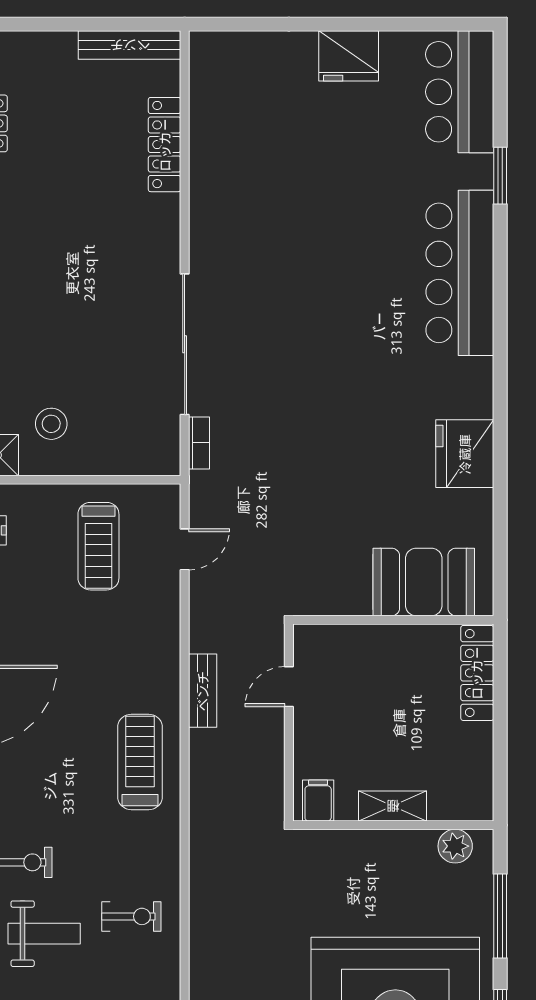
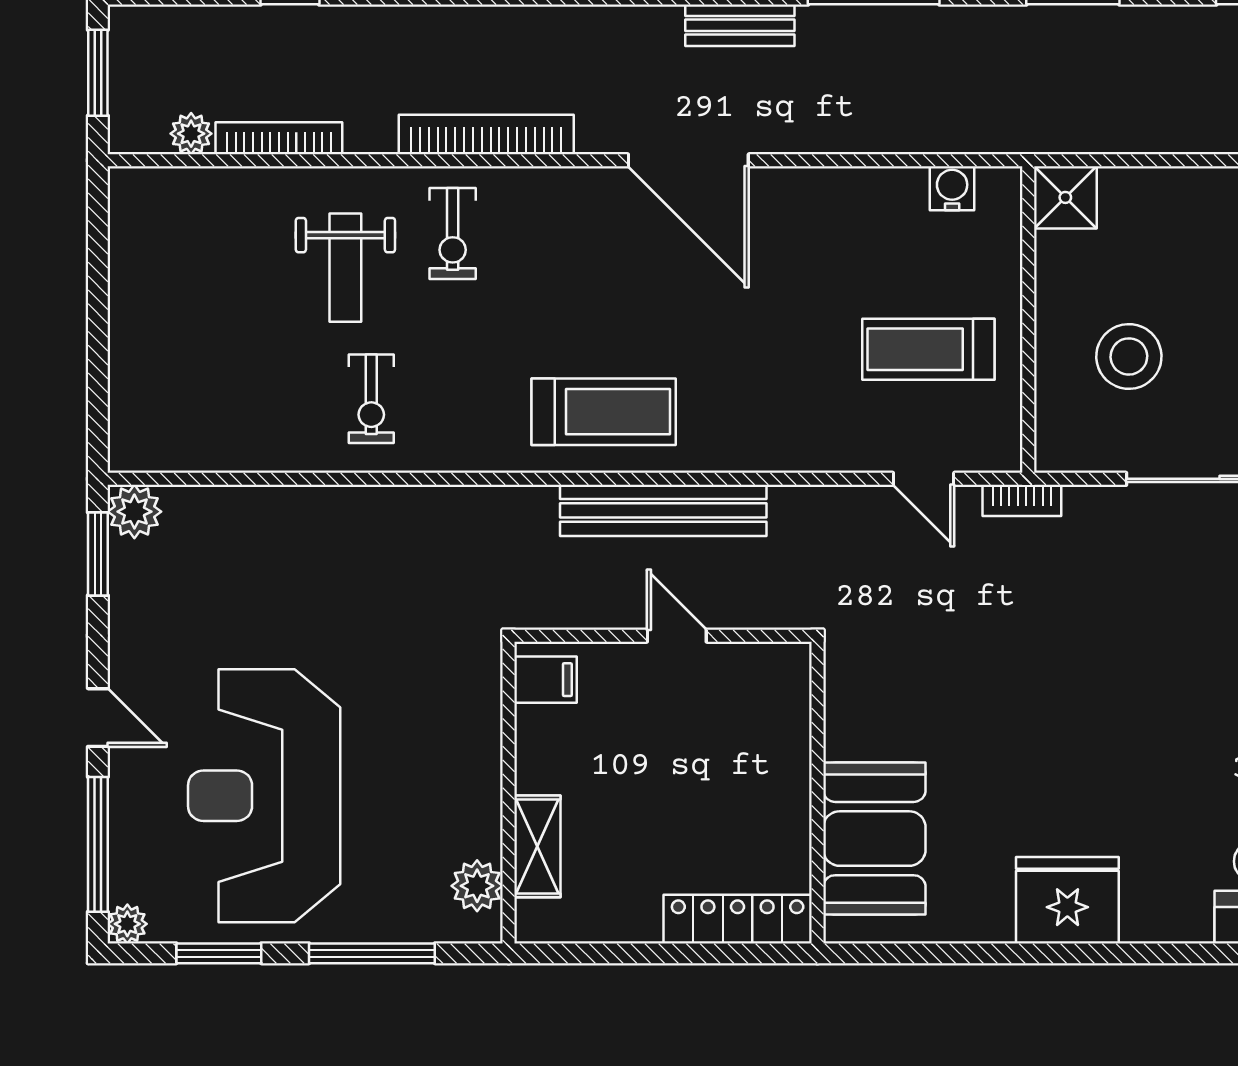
stool: (51, 424) -> (1129, 356), moved, width x1.38, depth x1.38
bookcase: (199, 443) -> (1022, 500), moved
door: (289, 687) -> (677, 636), moved
bench: (203, 691) -> (663, 510), width x1.86, depth x1.21
shelving: (393, 806) -> (537, 846), moved

